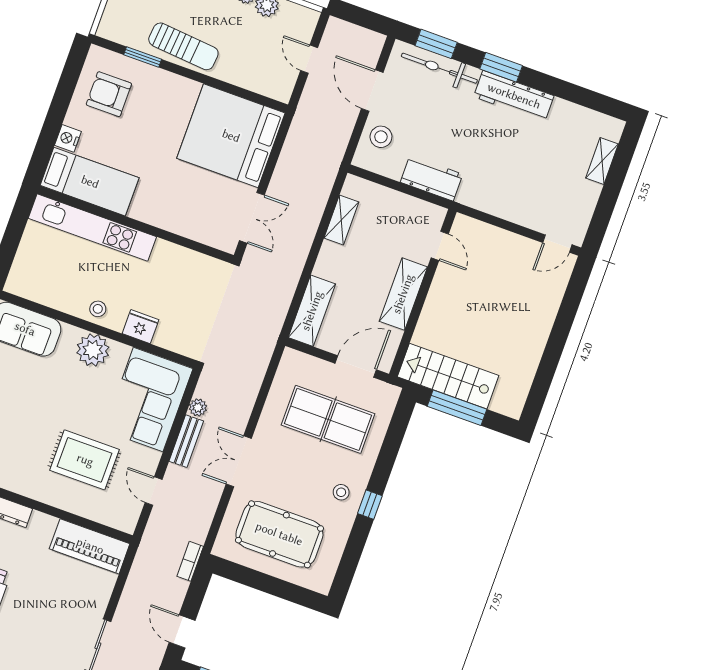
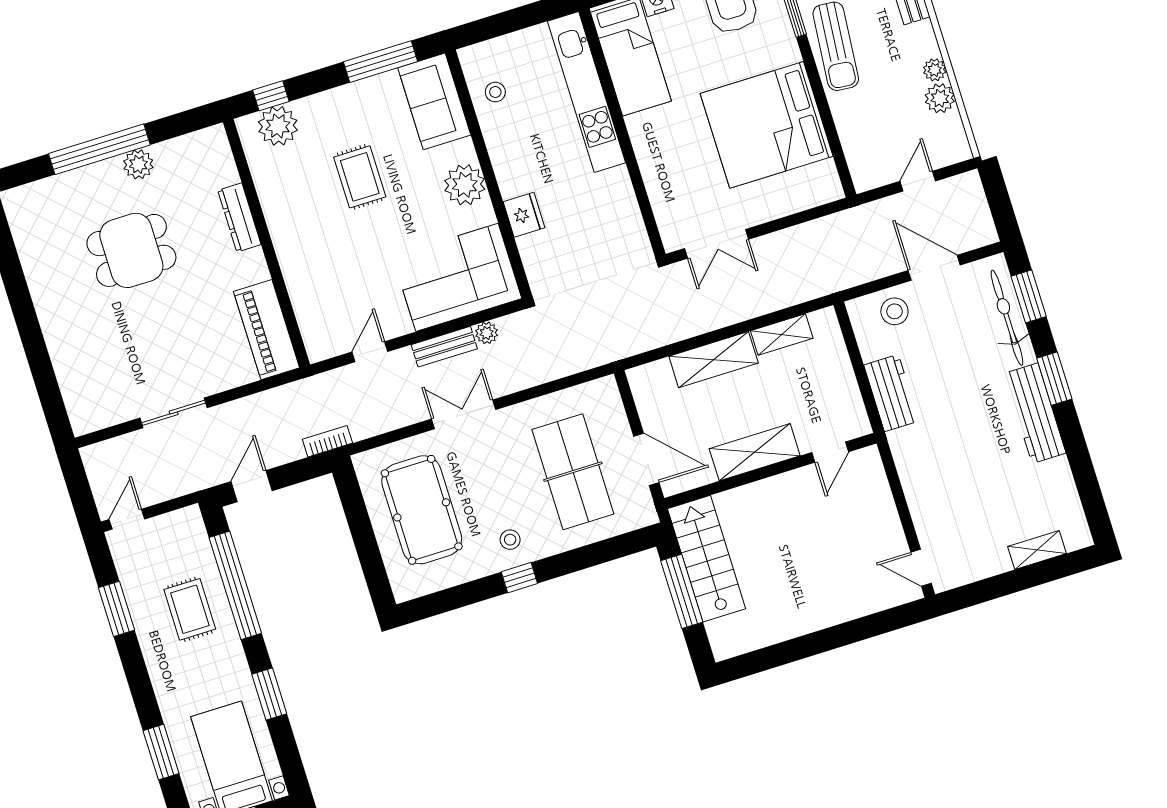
door: (372, 90) -> (934, 268), hinge flipped
bed: (231, 136) -> (767, 125), moved, turned -90
stool: (98, 309) -> (495, 92), moved
shelving: (312, 311) -> (714, 360), moved
rug: (85, 460) -> (360, 177), moved, width x0.73, depth x0.70

